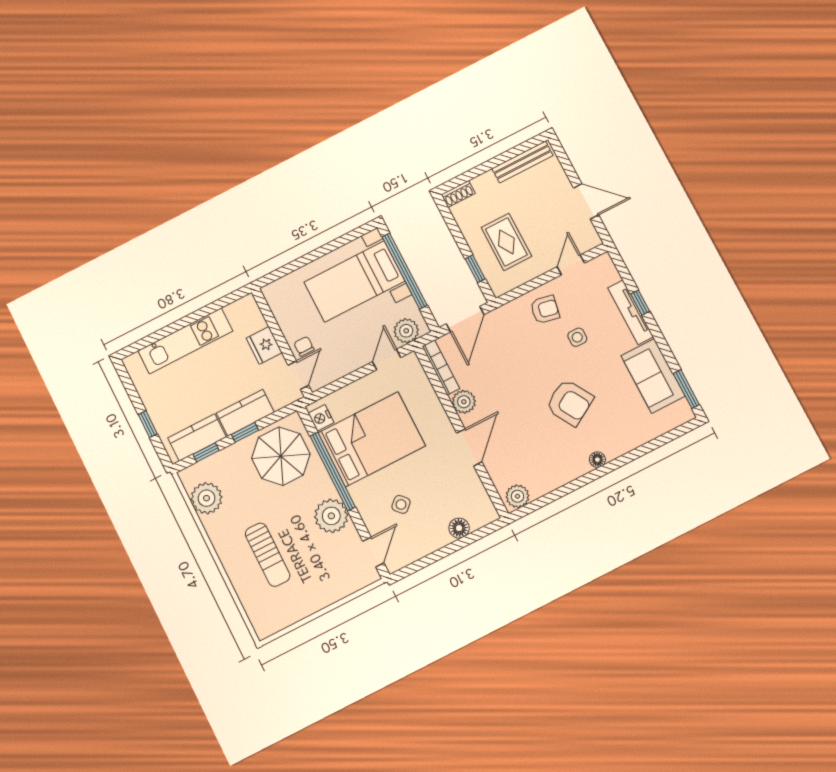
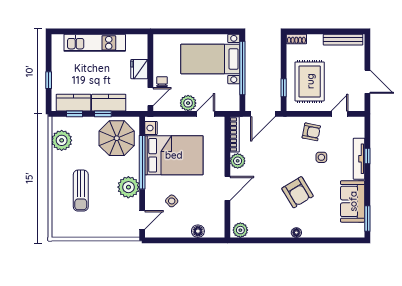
rug: (506, 242) -> (310, 81), width x1.36, depth x1.43
plant: (406, 331) -> (188, 103), moved

